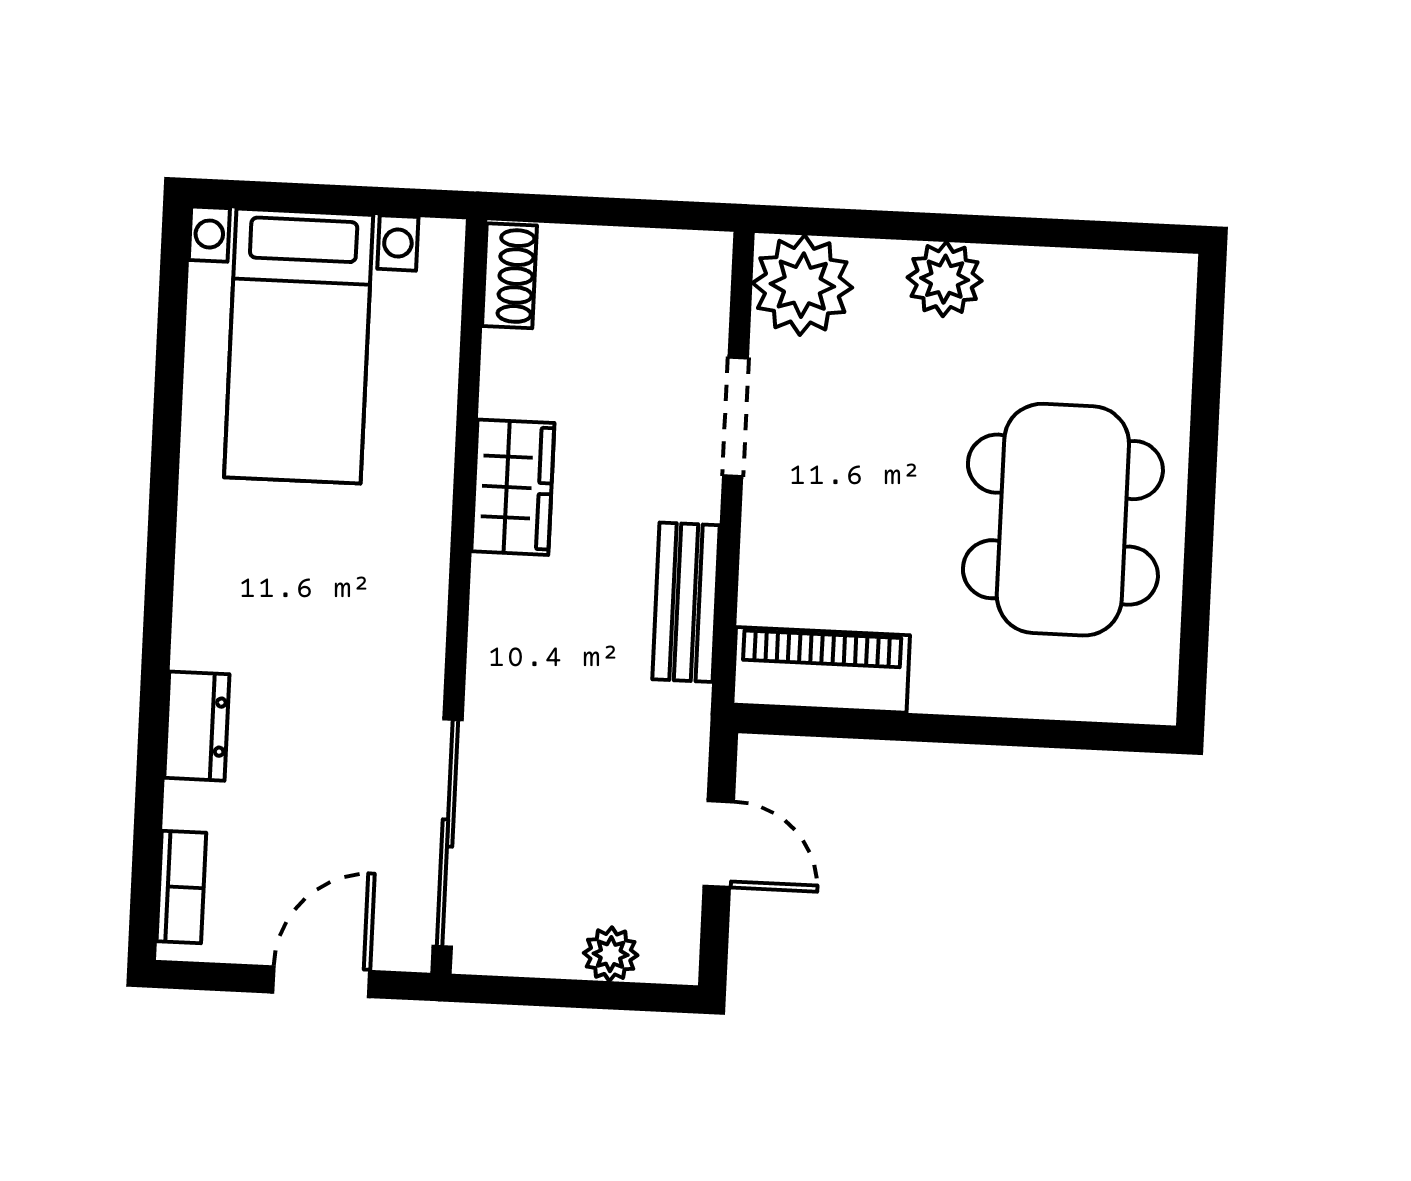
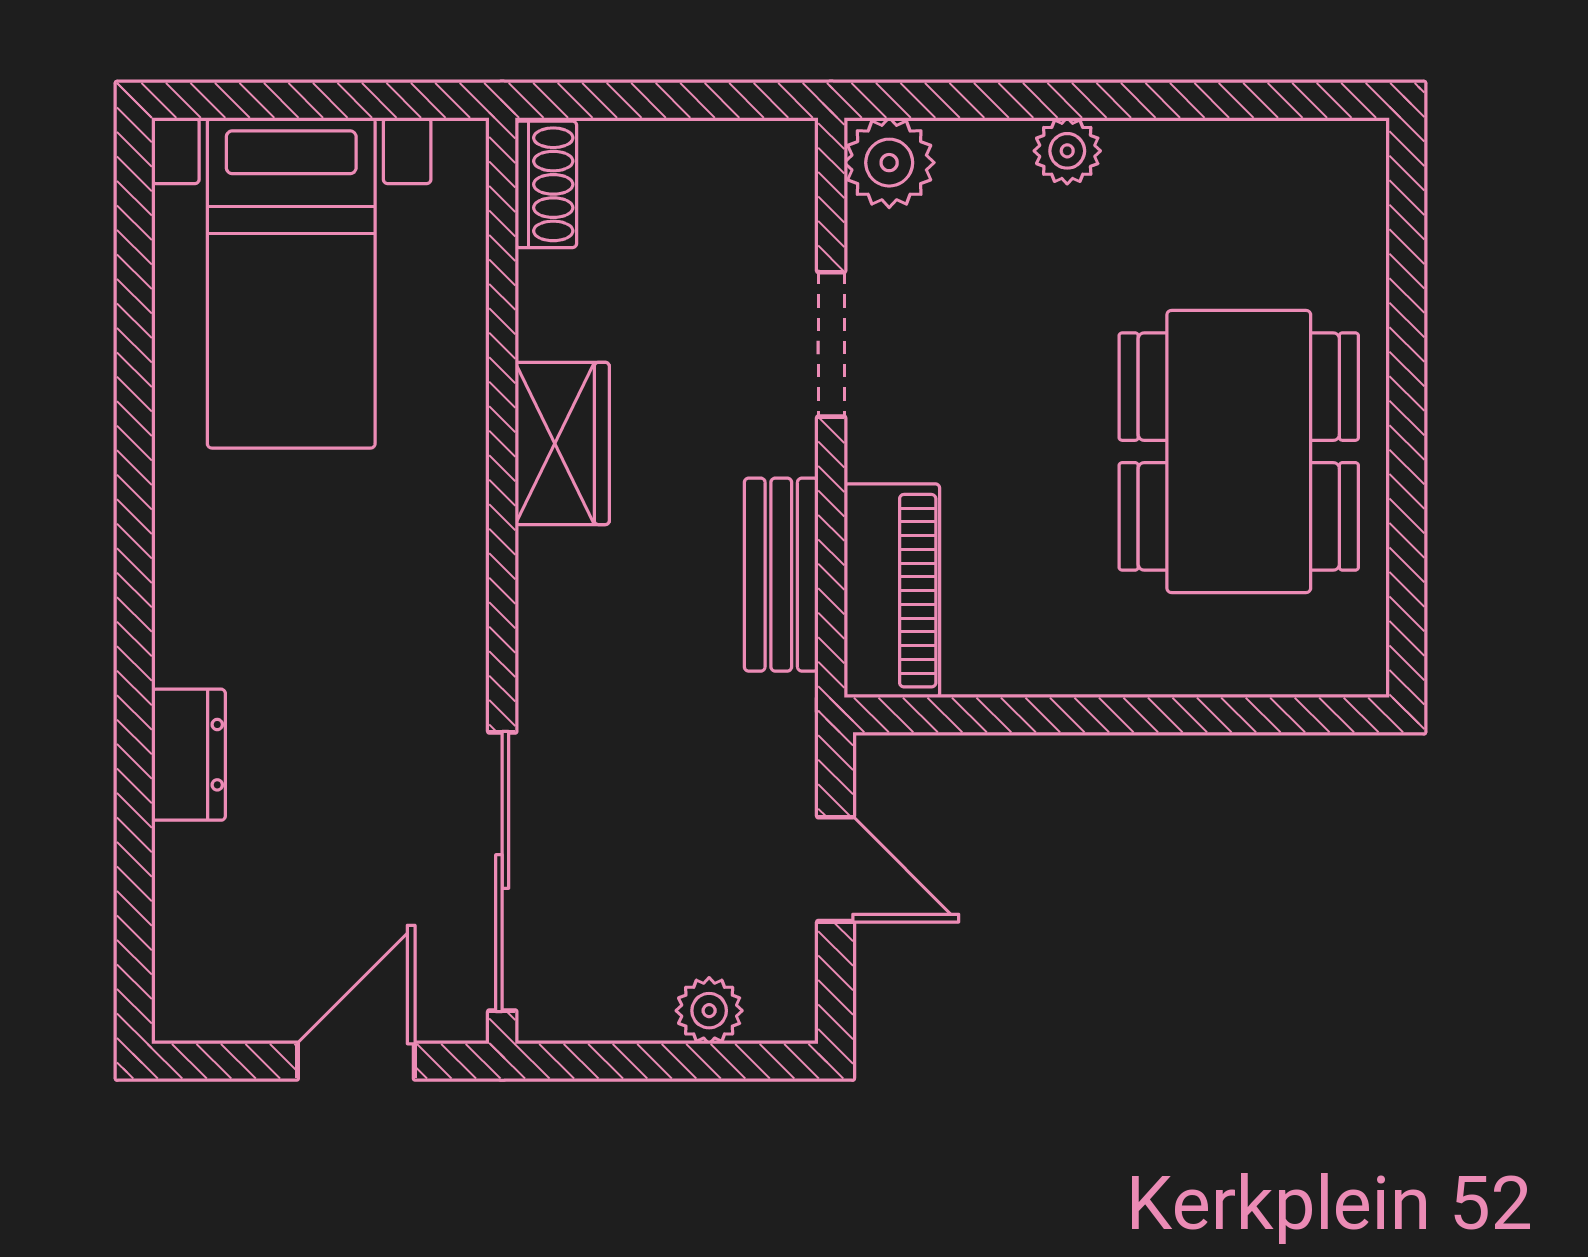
plant: (945, 279) -> (1067, 151), width x0.73, depth x0.73
plant: (802, 285) -> (889, 163), width x0.73, depth x0.73
piano: (821, 670) -> (892, 591), moved, turned 90
bookcase: (181, 887) -> (179, 953), removed

